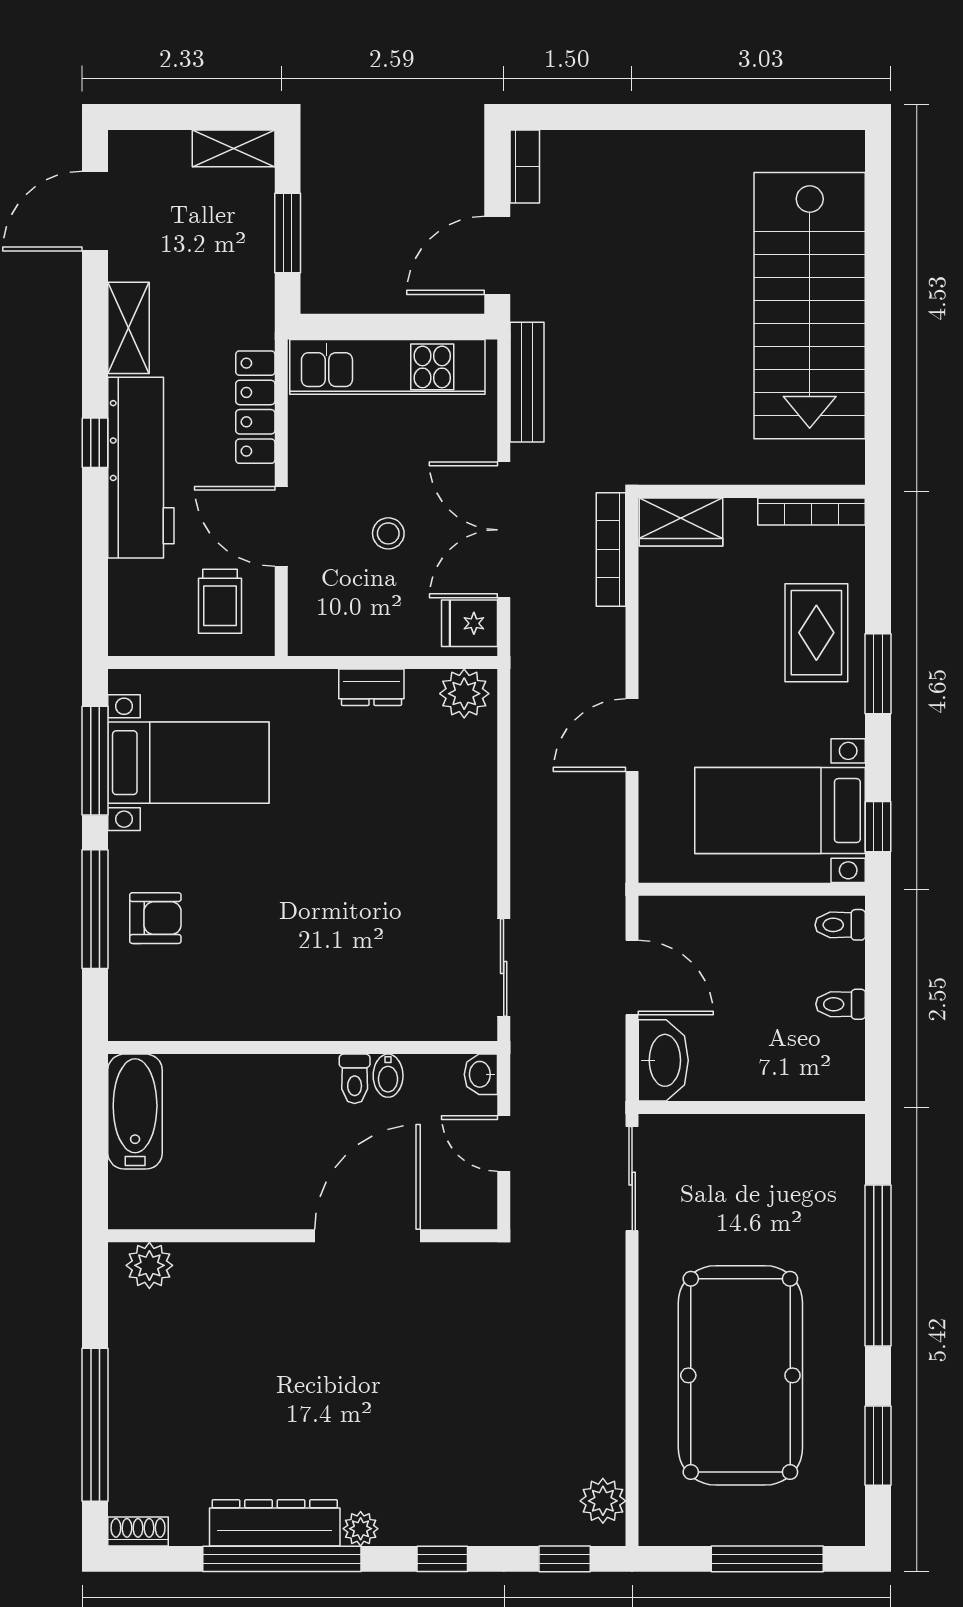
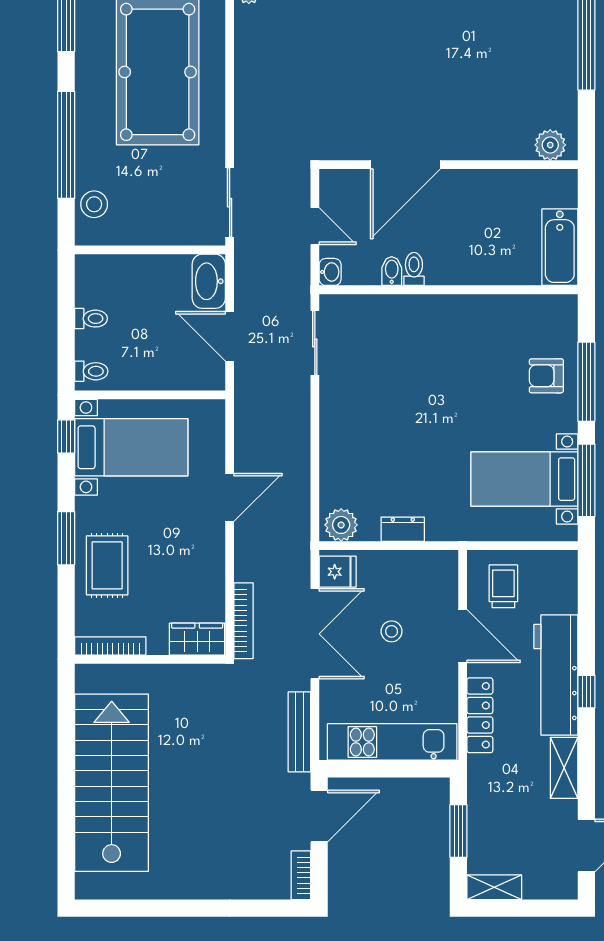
stool: (836, 1176) -> (94, 204), added

